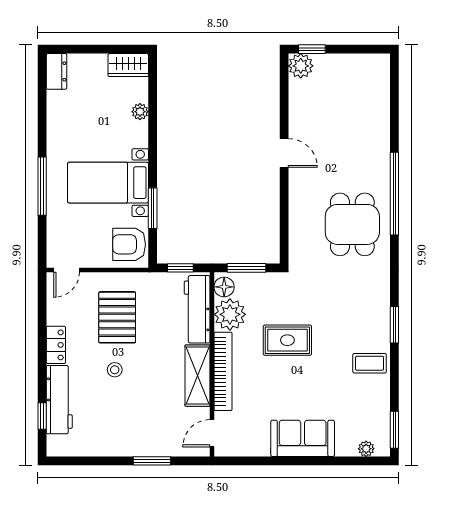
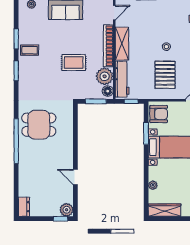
wardrobe: (128, 65) -> (165, 210), width x1.50
dresser: (380, 72) -> (24, 207), added
door: (284, 153) -> (75, 177), moved
dining table: (352, 224) -> (39, 125), turned 90
window: (394, 430) -> (16, 39), moved

